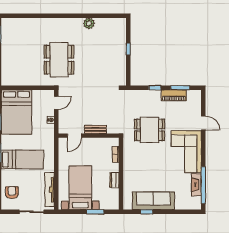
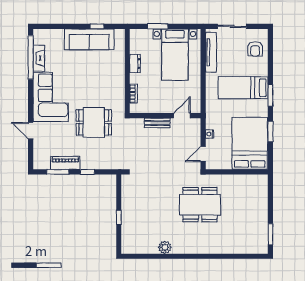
dining table: (59, 60) -> (200, 205), turned 90

